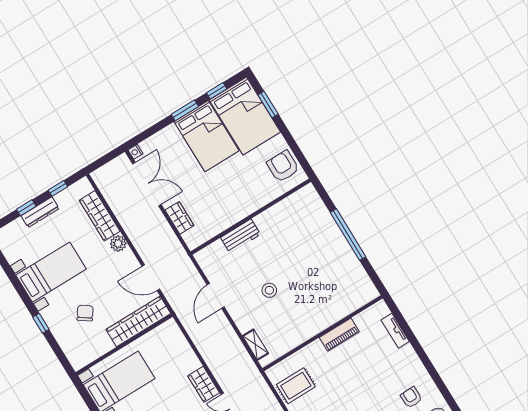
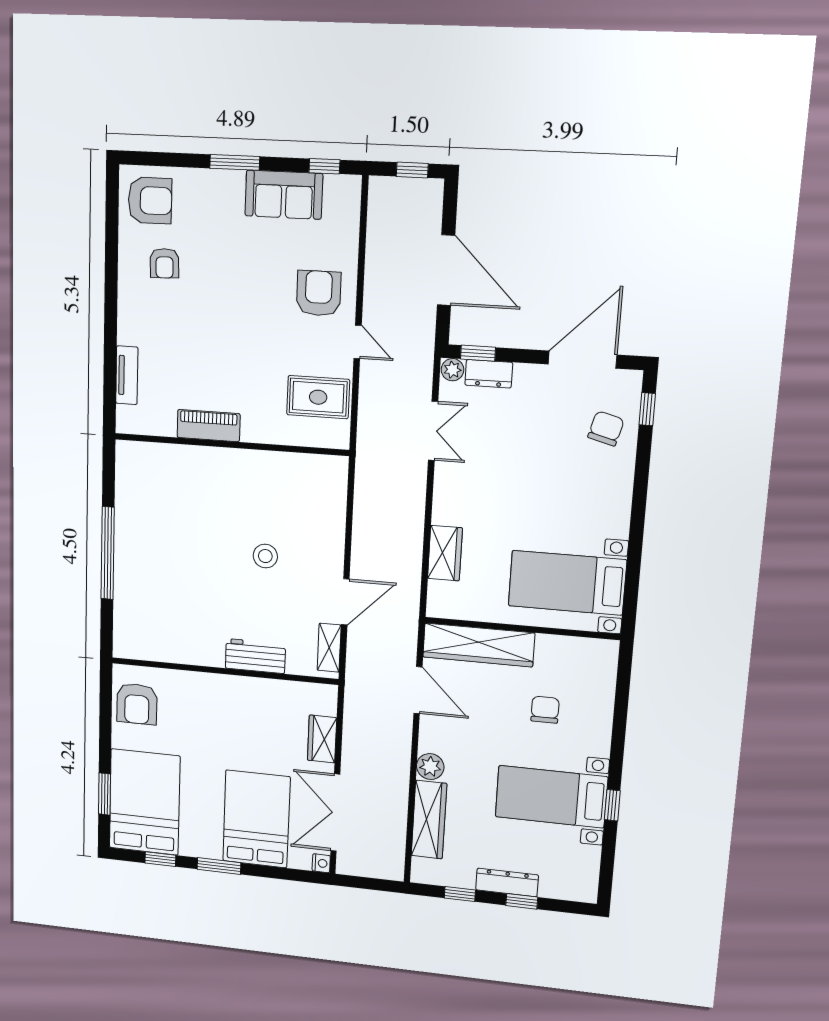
bed: (207, 136) -> (256, 819), moved
chair: (85, 313) -> (545, 710), turned 145
window: (41, 323) -> (612, 805), moved
shelving: (255, 345) -> (329, 648), moved
wardrobe: (204, 384) -> (445, 553), moved

